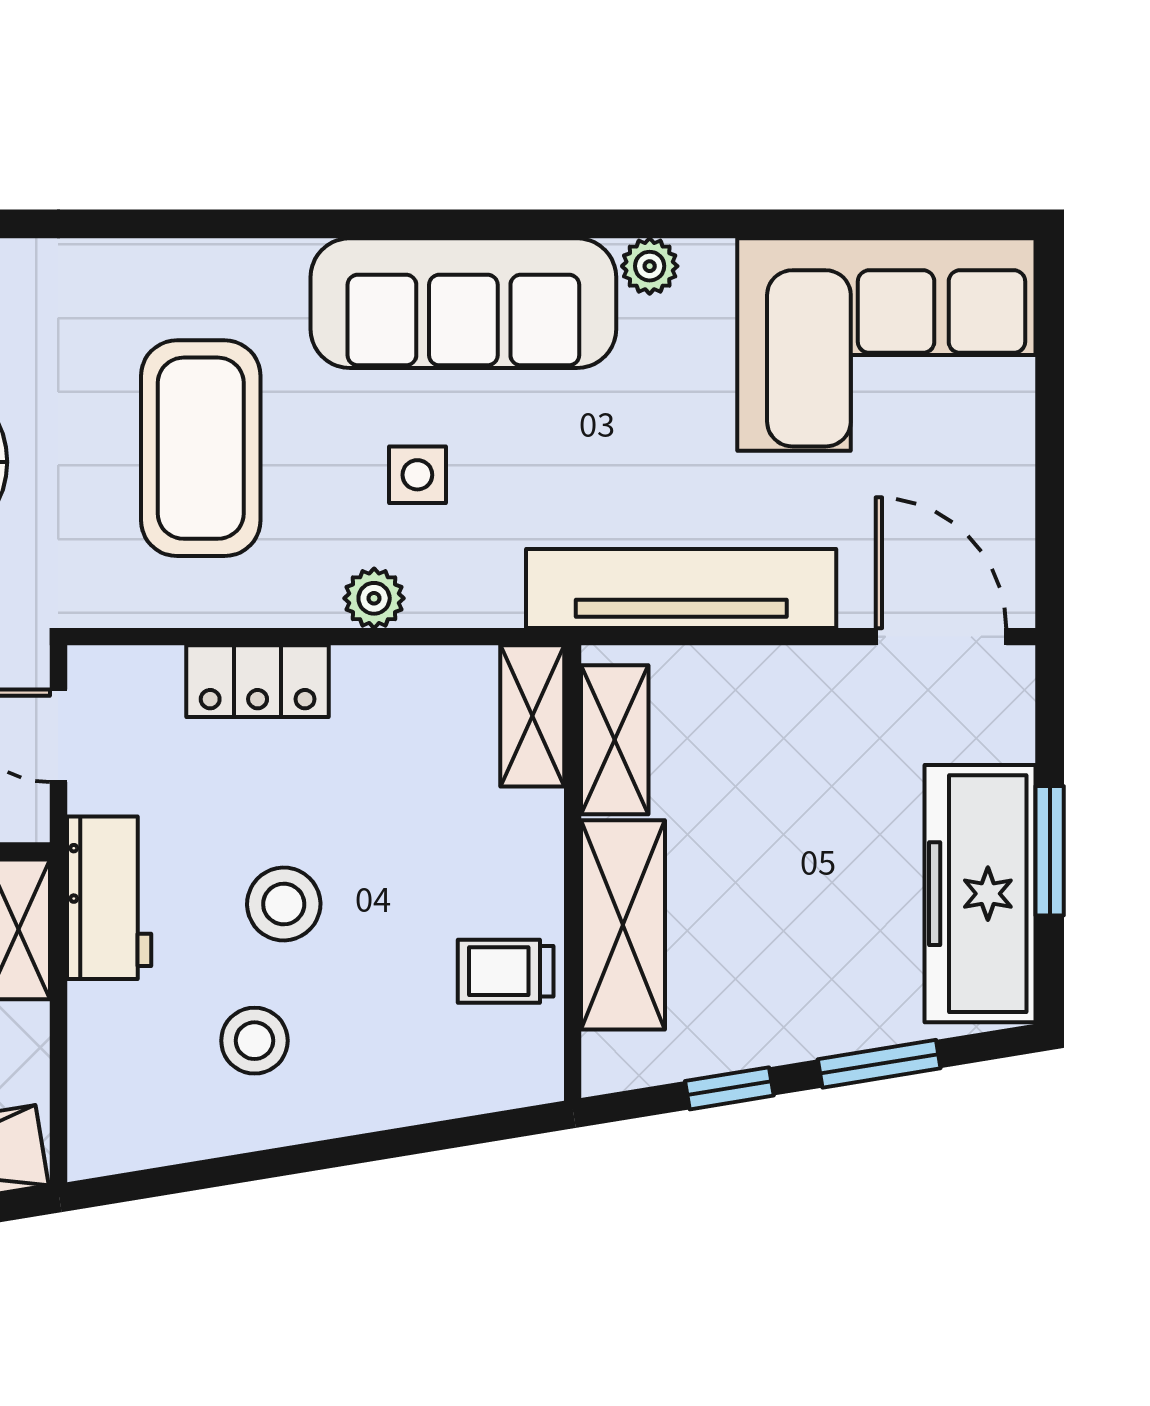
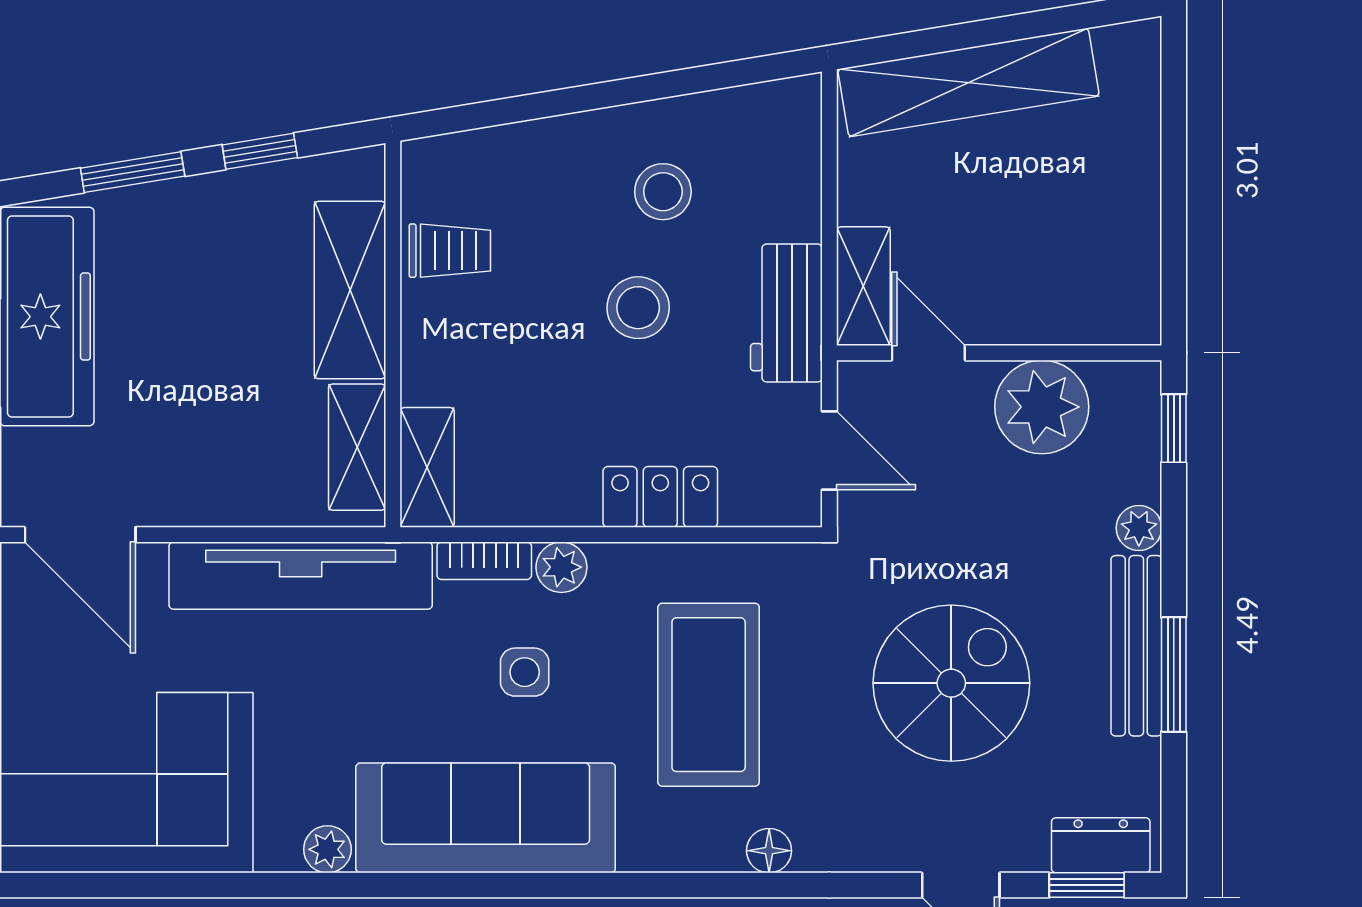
floor lamp: (130, 265) -> (769, 851), added
bookcase: (465, 606) -> (484, 561), added

